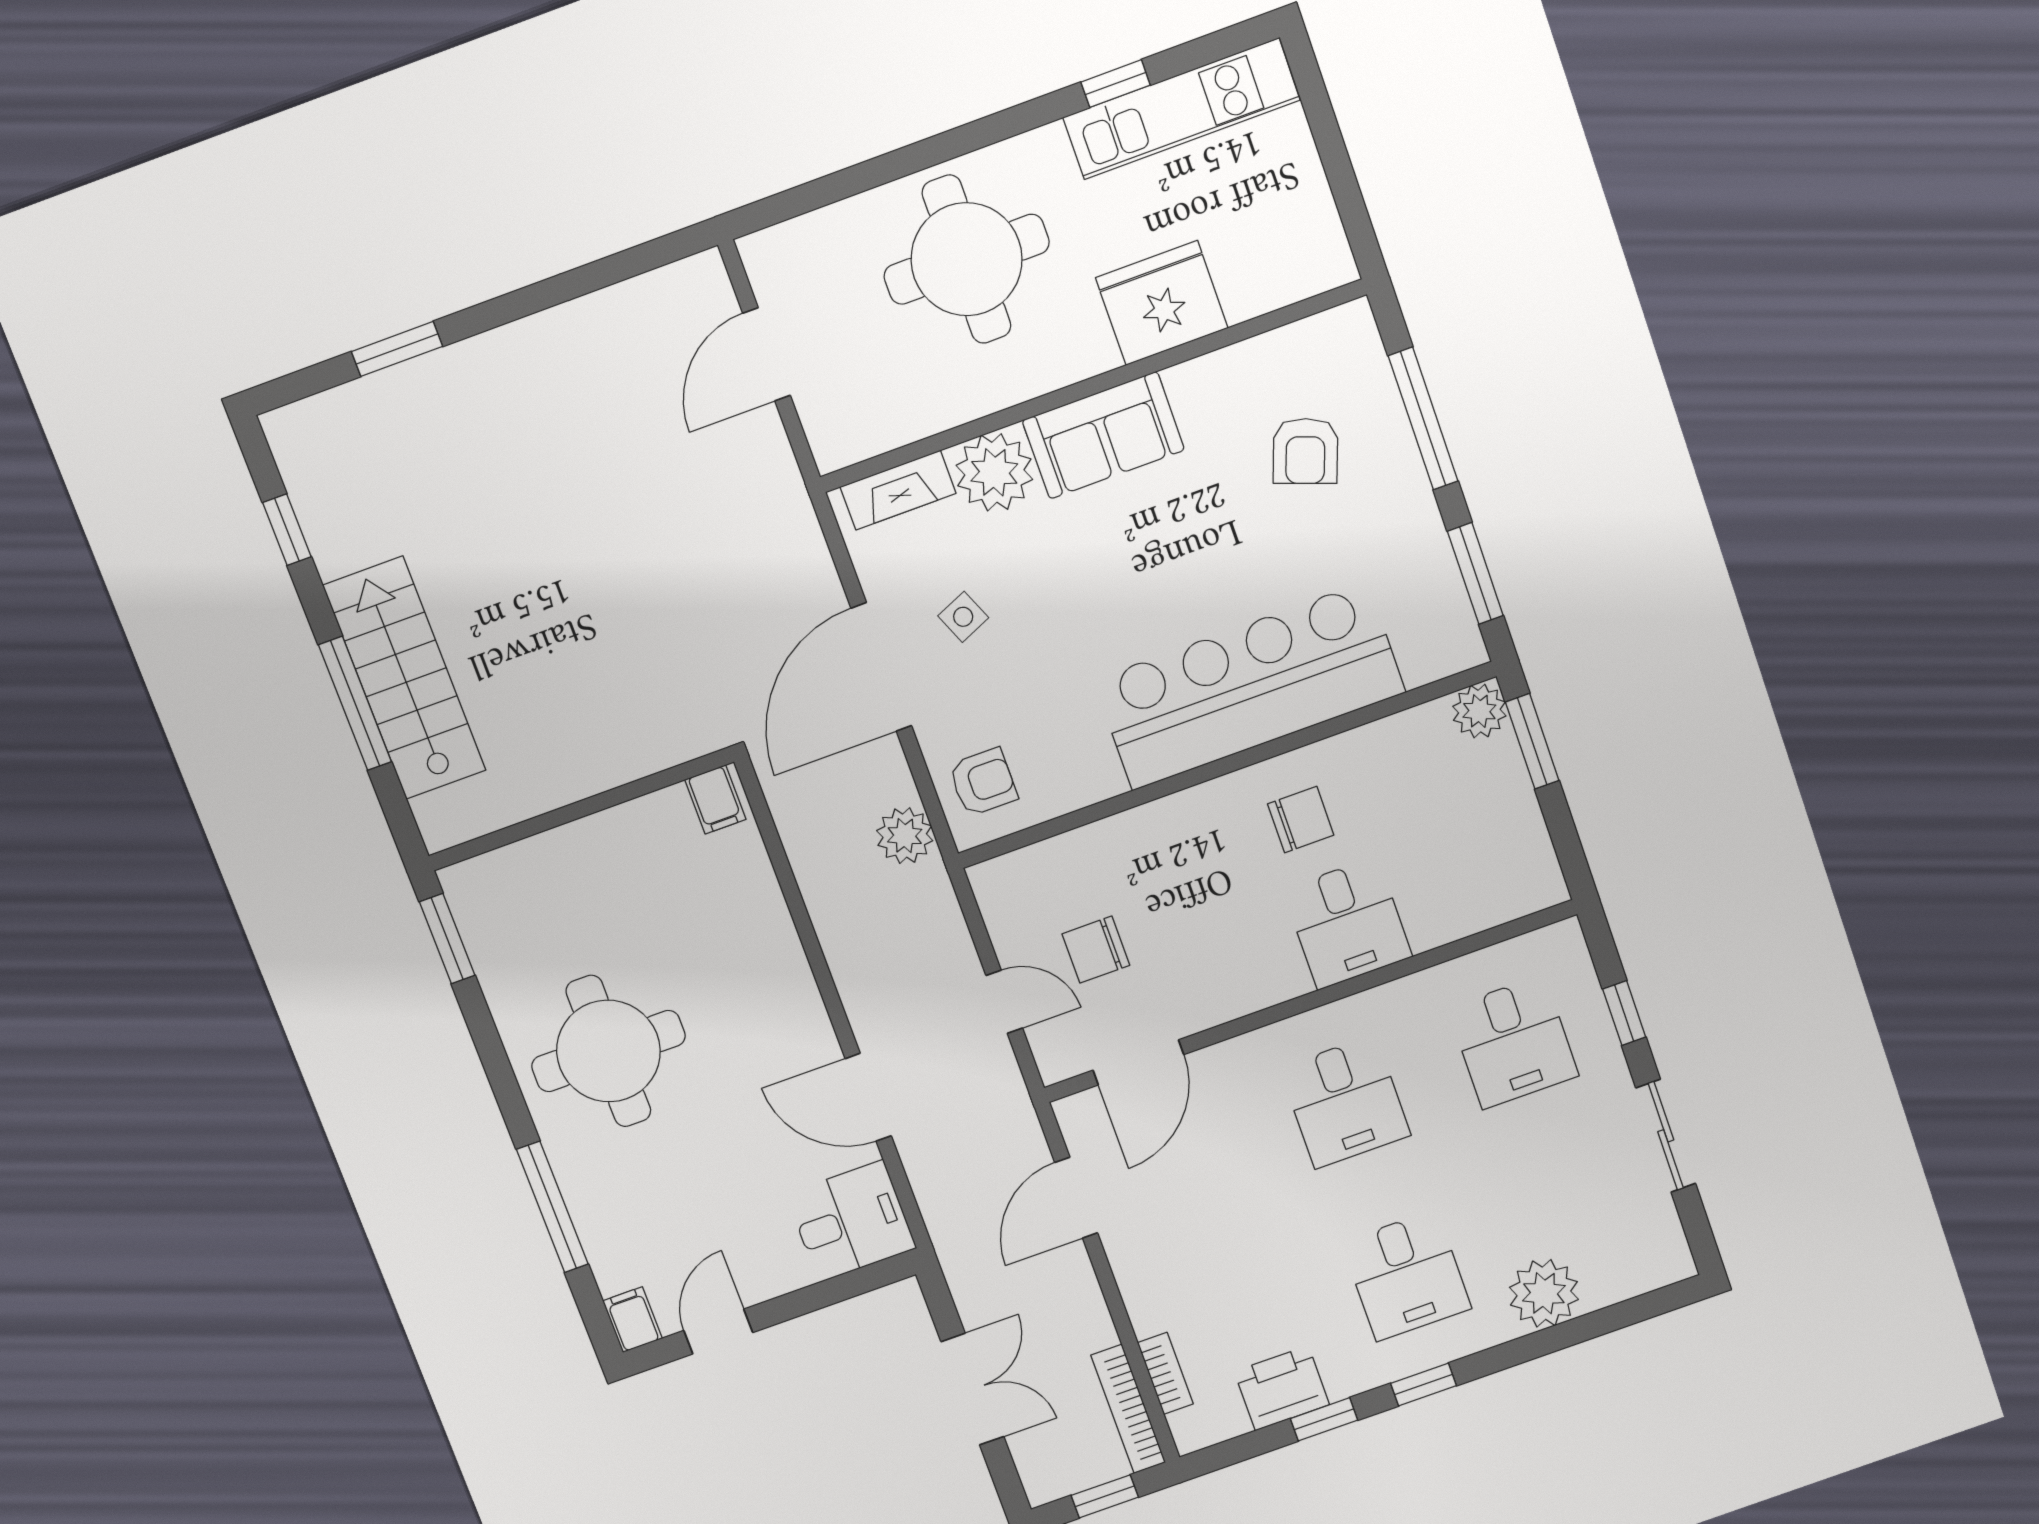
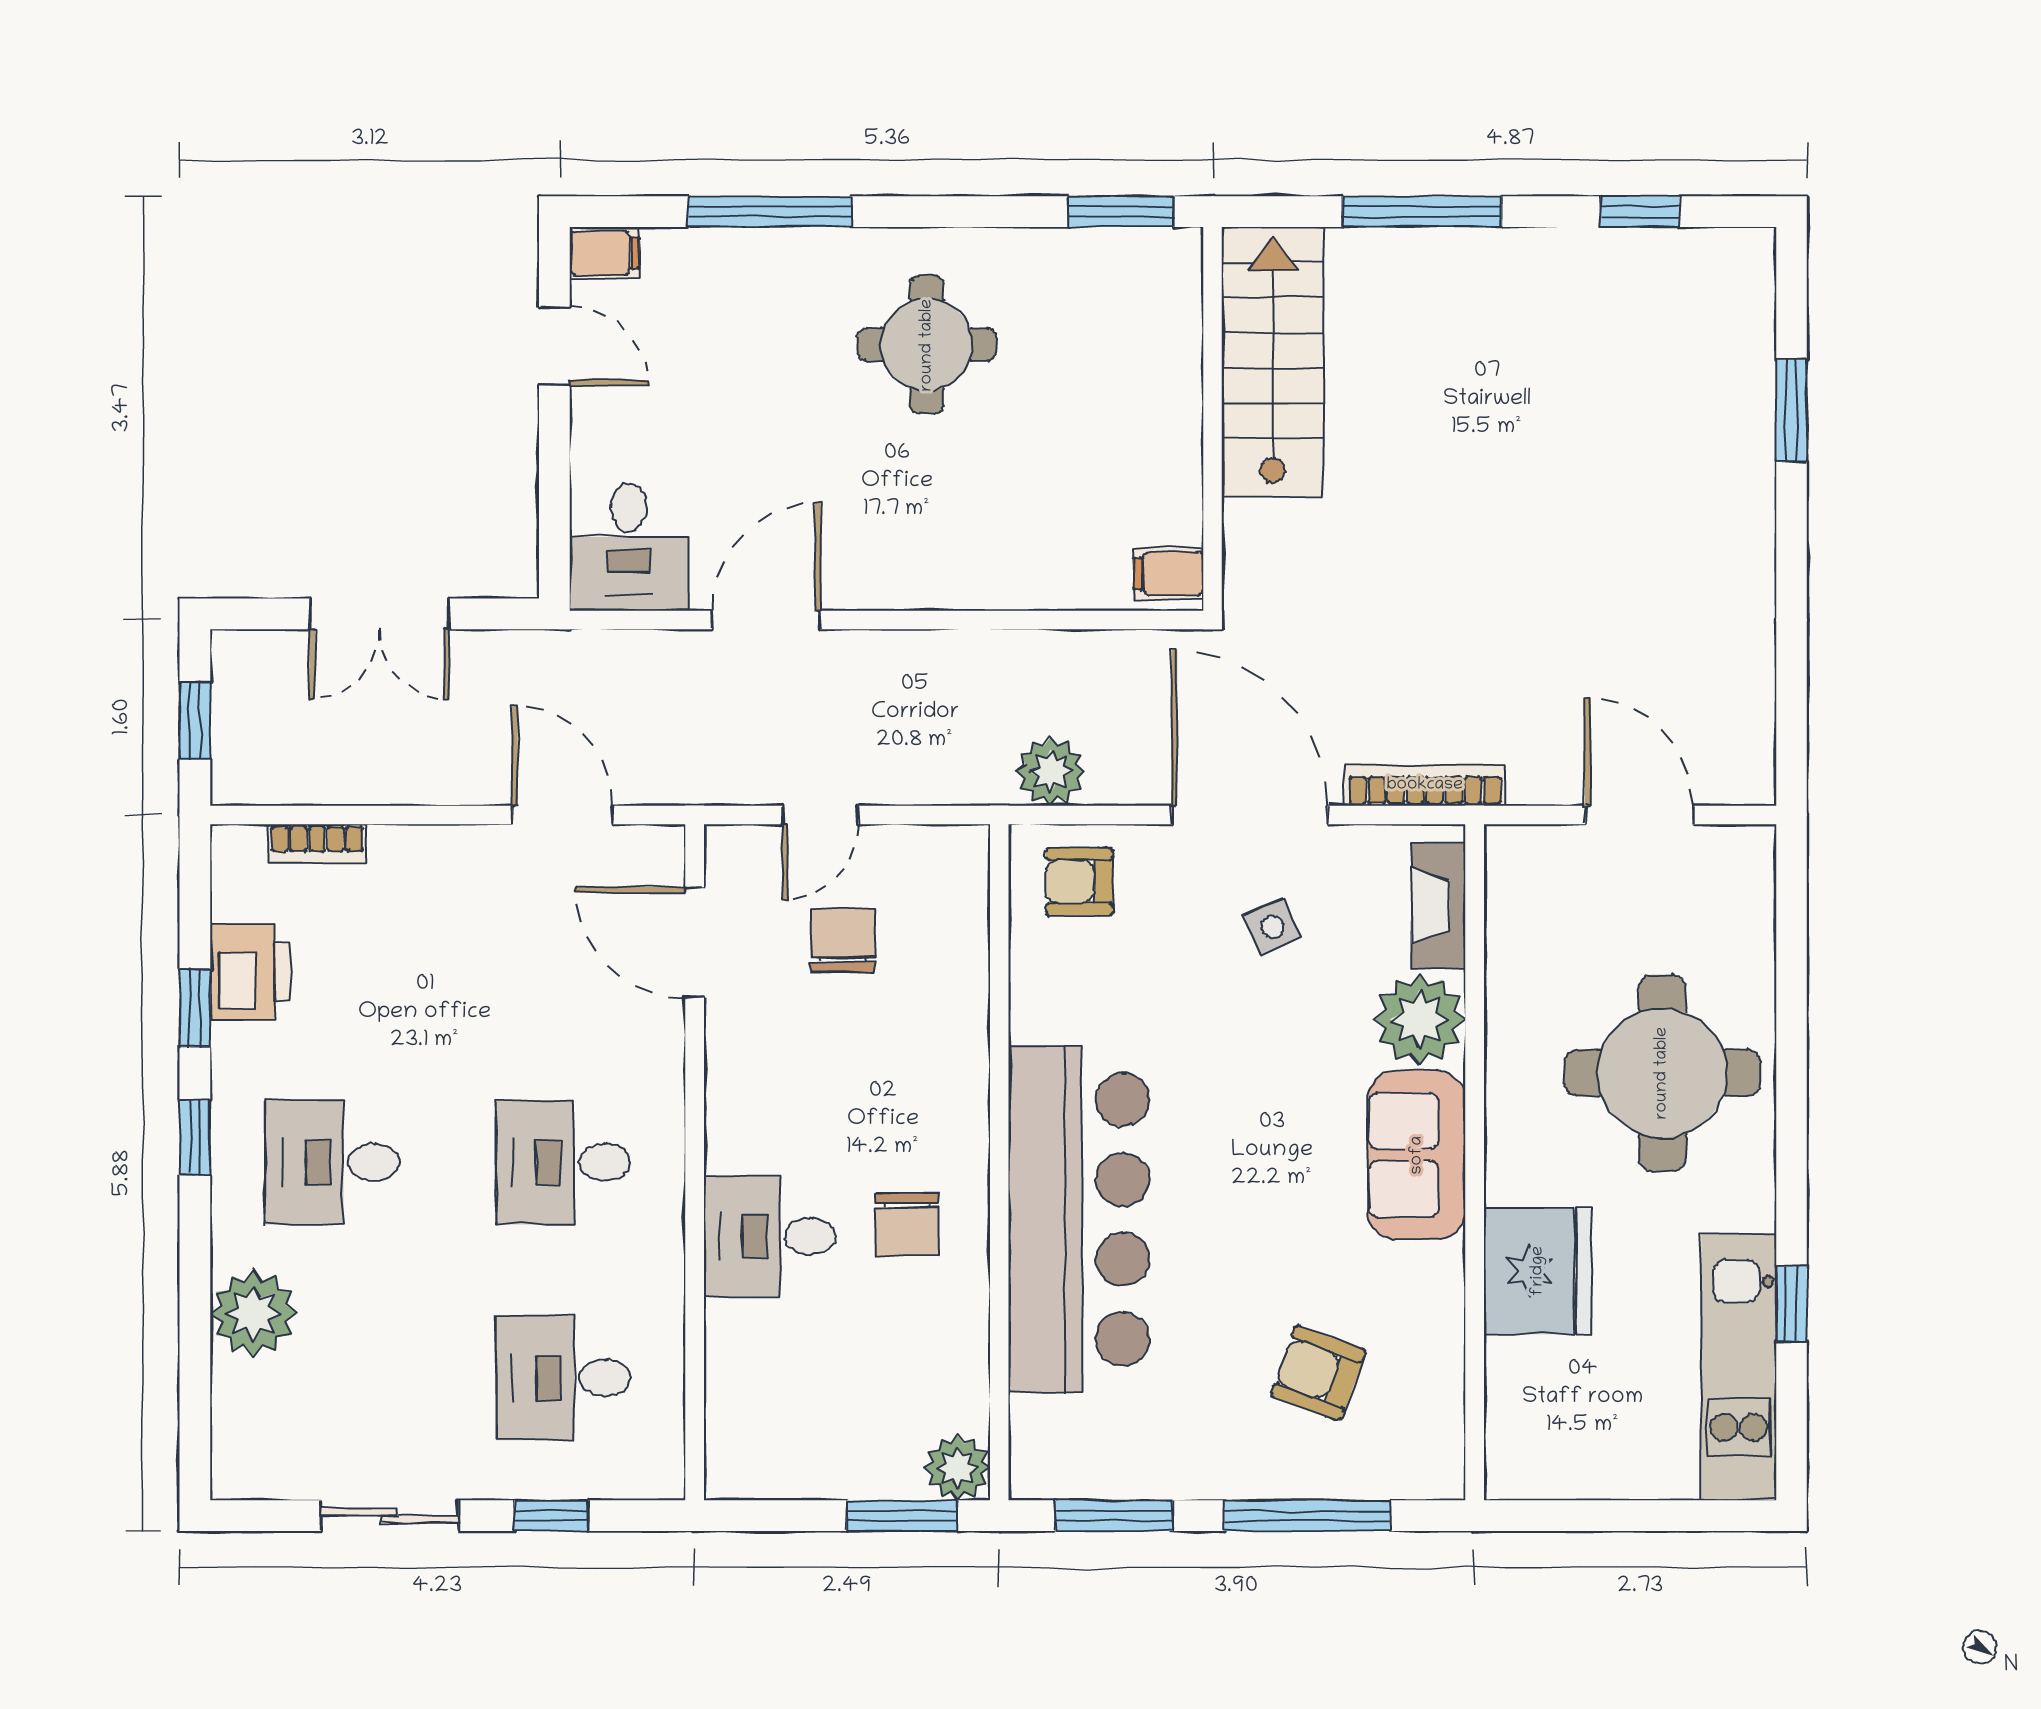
stairs: (405, 678) -> (1273, 362), moved, turned -90
armchair: (983, 782) -> (1079, 882), turned 90
round table: (608, 1051) -> (927, 345), width x0.73, depth x0.73
bookcase: (1128, 1409) -> (1425, 785), moved

